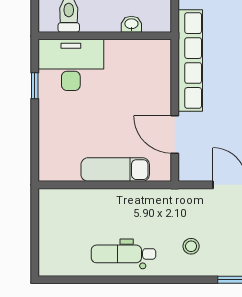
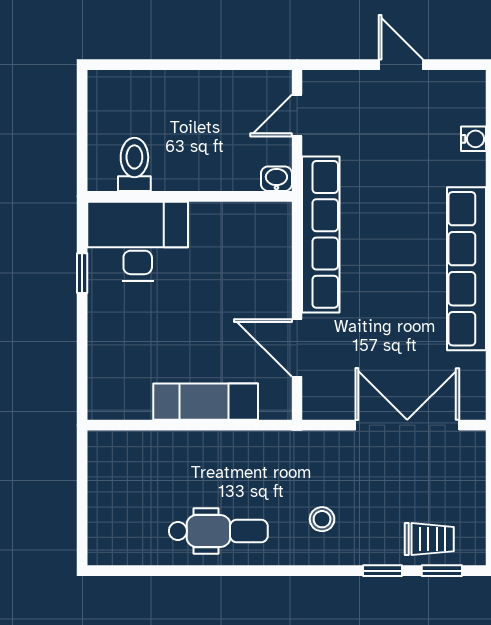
washbasin: (131, 24) -> (276, 179), moved
dental chair: (123, 254) -> (218, 531), turned 180

